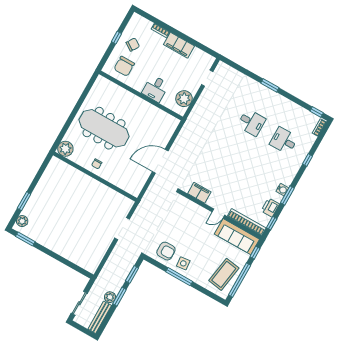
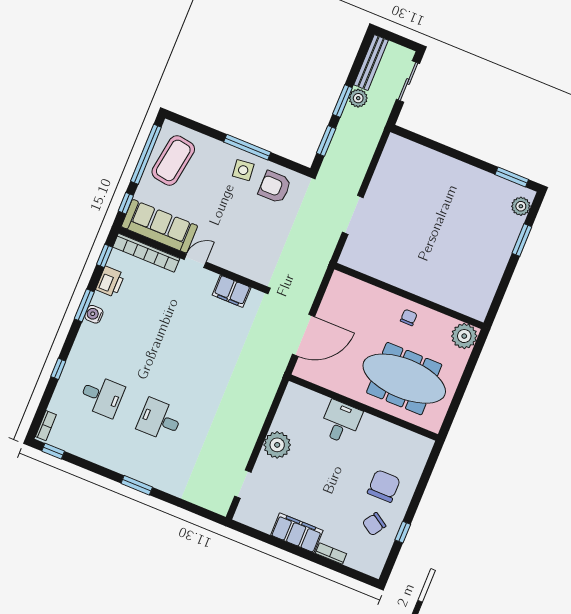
desk: (155, 89) -> (341, 422), moved
wall: (141, 95) -> (363, 408), moved

